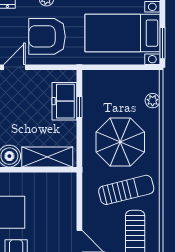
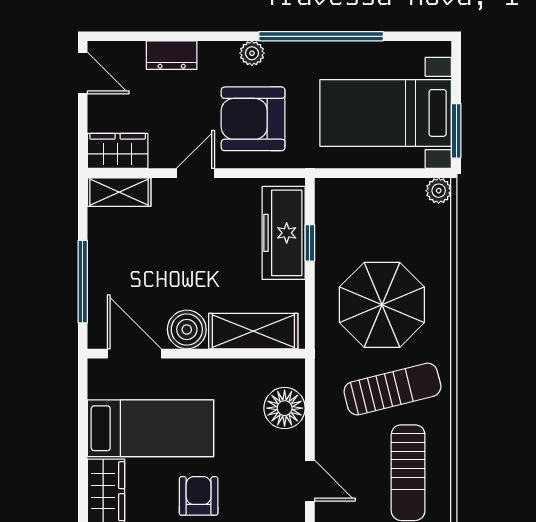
freezer: (64, 101) -> (284, 233), width x1.40
plant: (153, 101) -> (439, 191), moved
floor lamp: (65, 201) -> (285, 408), added

